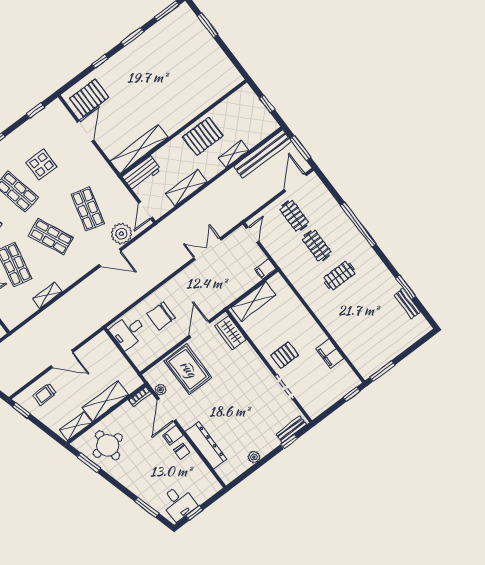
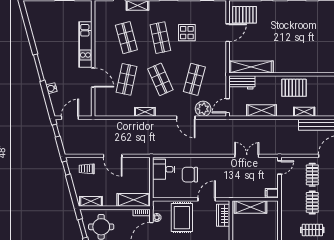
shelving: (47, 295) -> (145, 112), moved
shelving: (106, 401) -> (134, 200), moved

